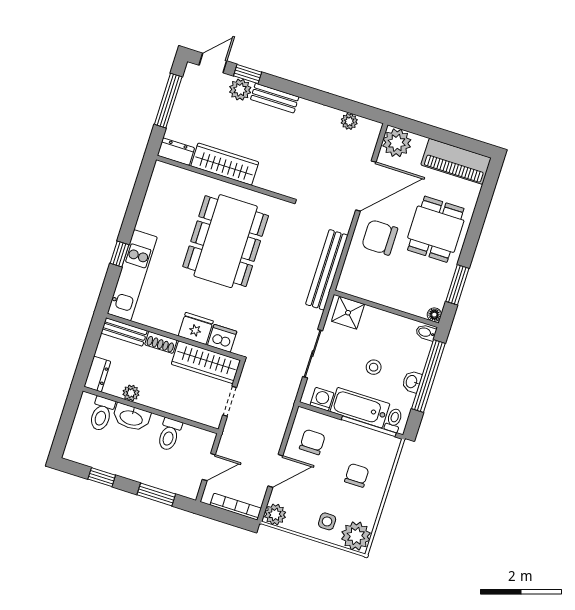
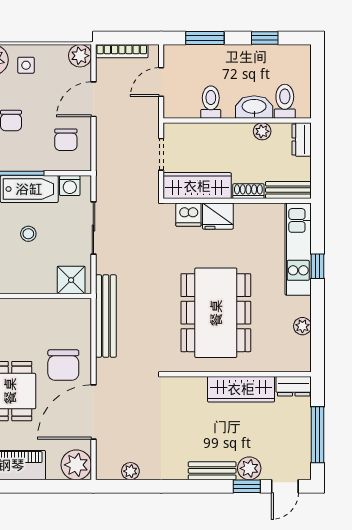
plant: (151, 204) -> (302, 326), added
chair: (380, 237) -> (63, 365), turned 90

